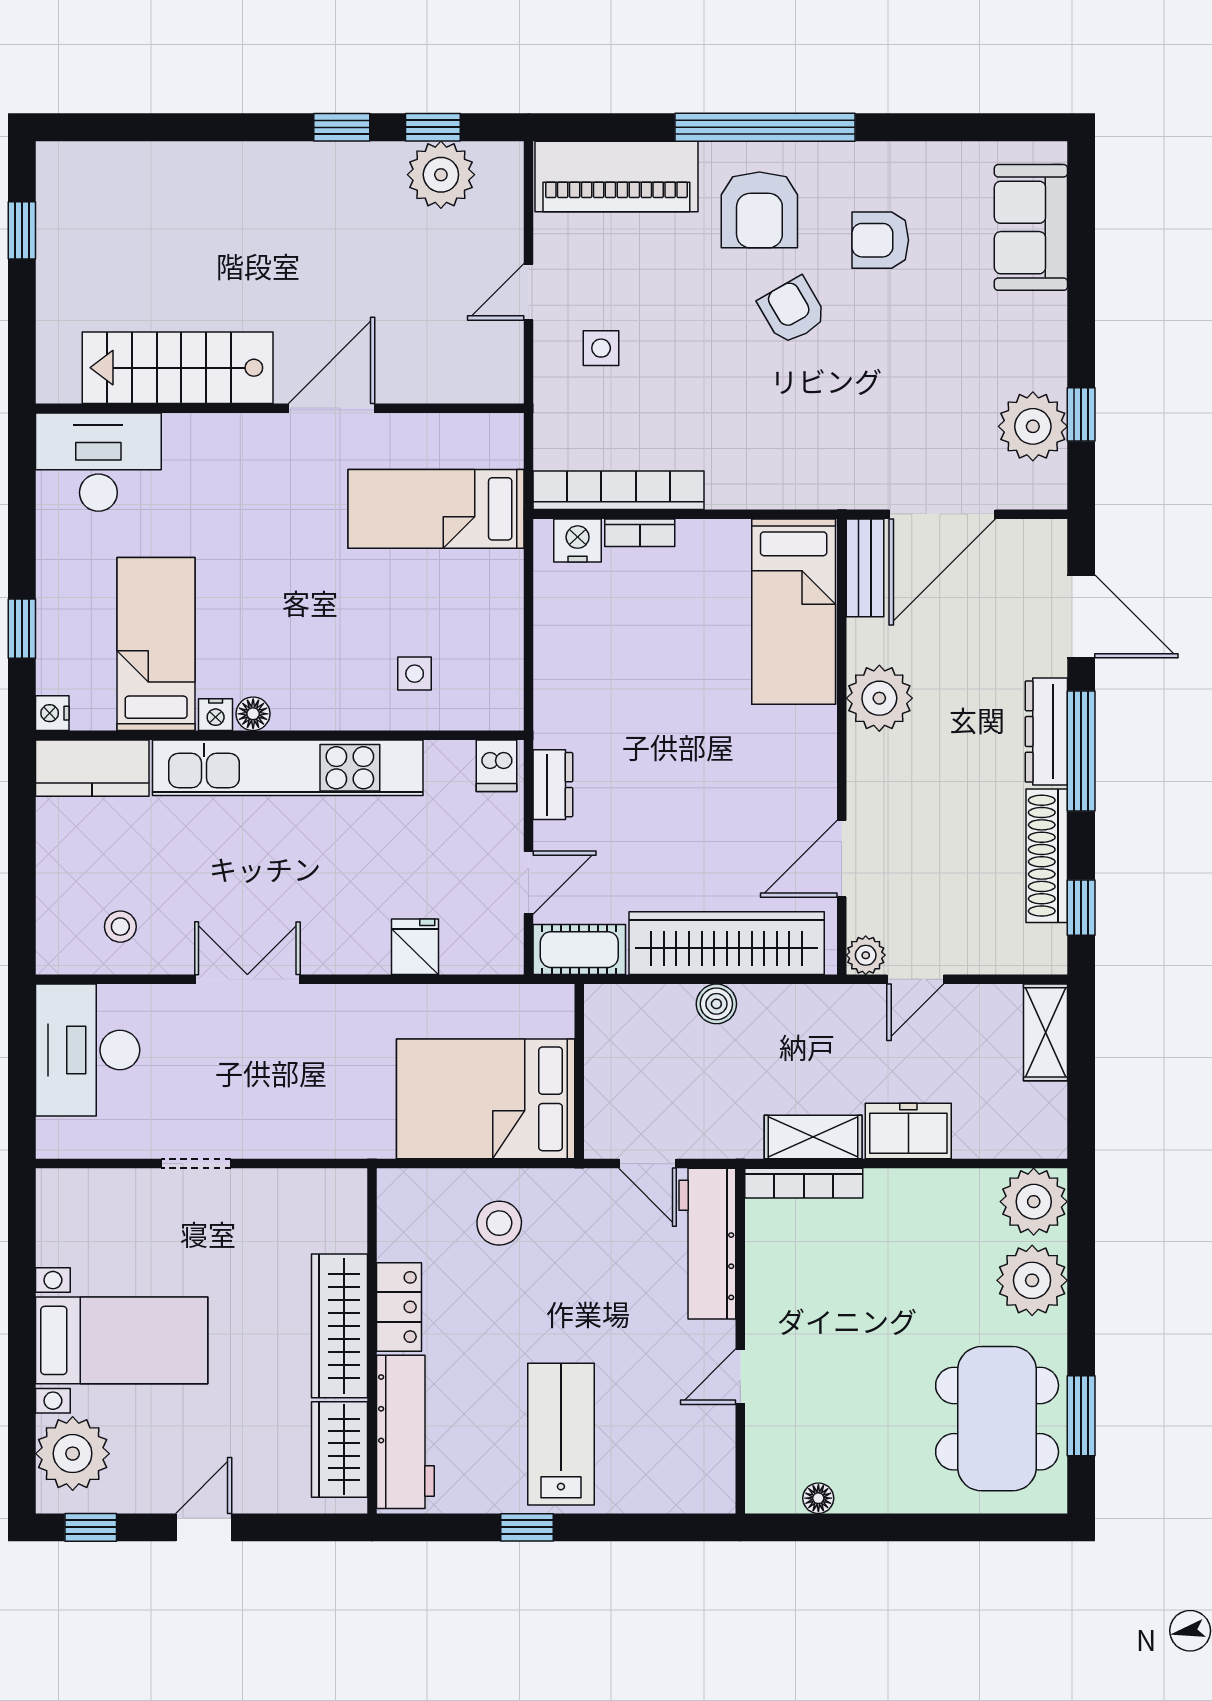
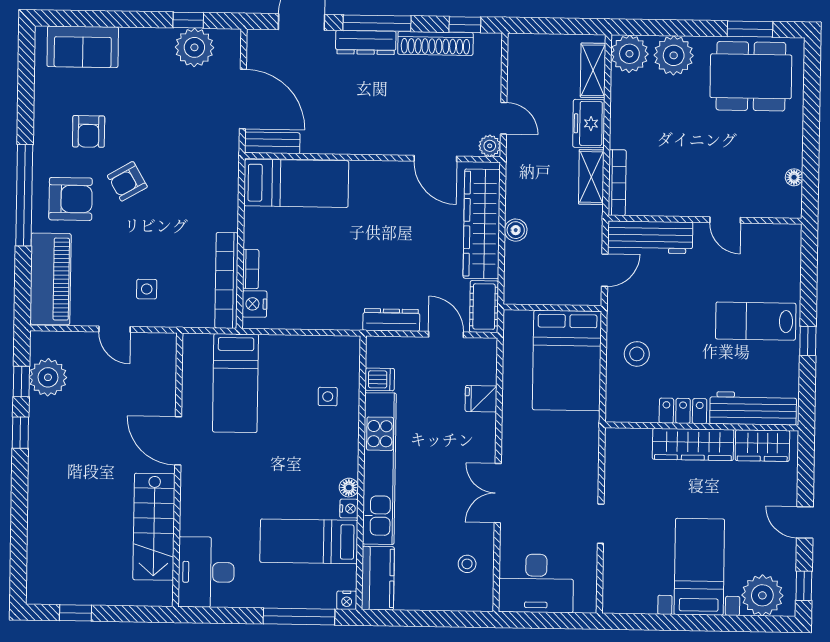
window: (22, 629) -> (299, 617), width x2.17
plant: (879, 698) -> (346, 136), removed
dishwasher: (496, 766) -> (380, 379), moved
dresser: (553, 785) -> (391, 320), width x1.44
shelving: (1046, 1032) -> (593, 70), moved, turned 90

